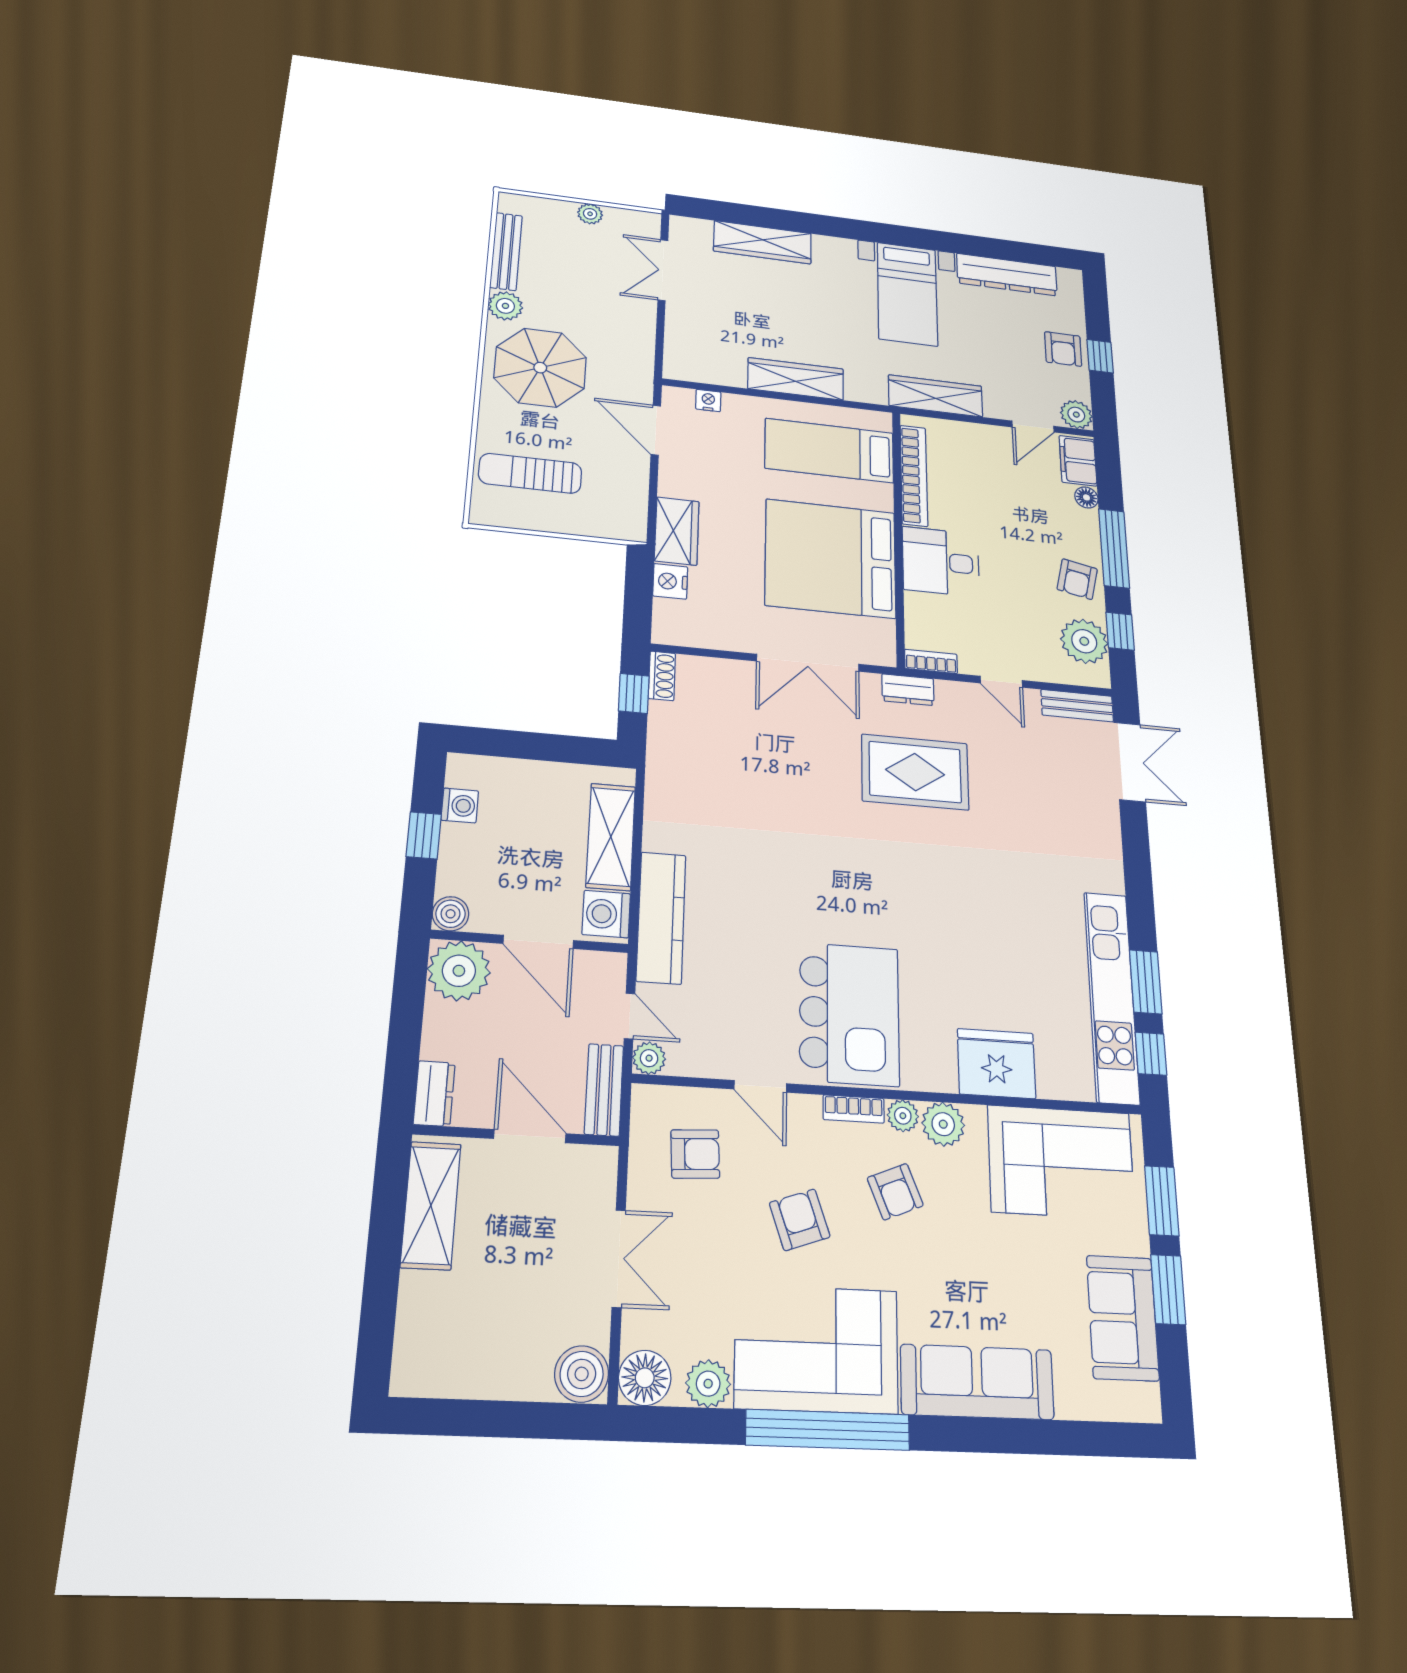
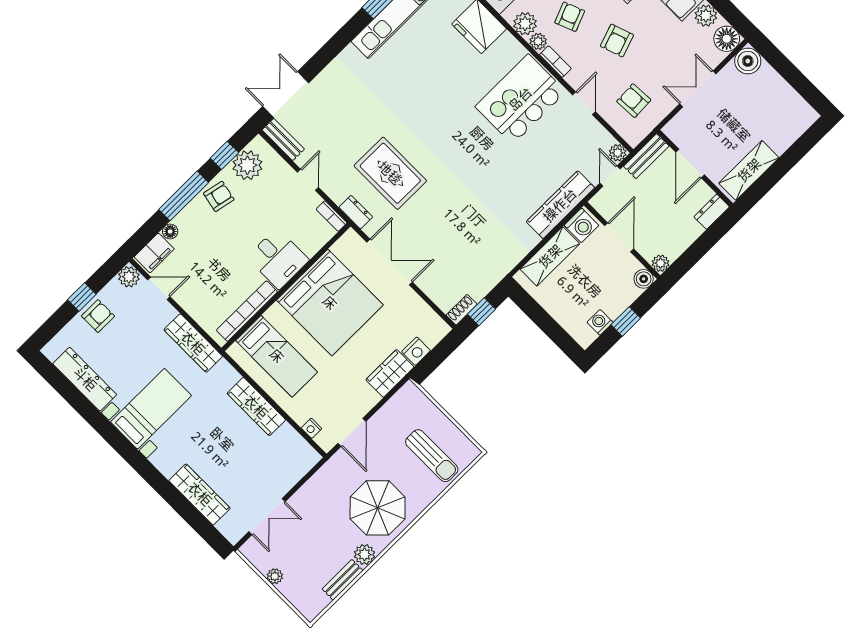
bench: (506, 251) -> (343, 580), width x0.73
plant: (459, 971) -> (661, 263), width x0.53, depth x0.53

